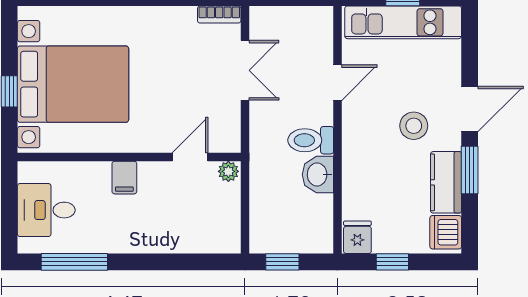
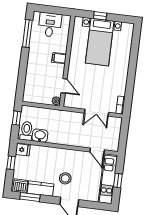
door: (338, 83) -> (97, 151), moved
bed with nightstands: (73, 84) -> (100, 42), width x0.73
toilet: (311, 140) -> (26, 131), moved
window: (470, 170) -> (30, 197), moved
washbasin: (318, 175) -> (40, 136), moved

